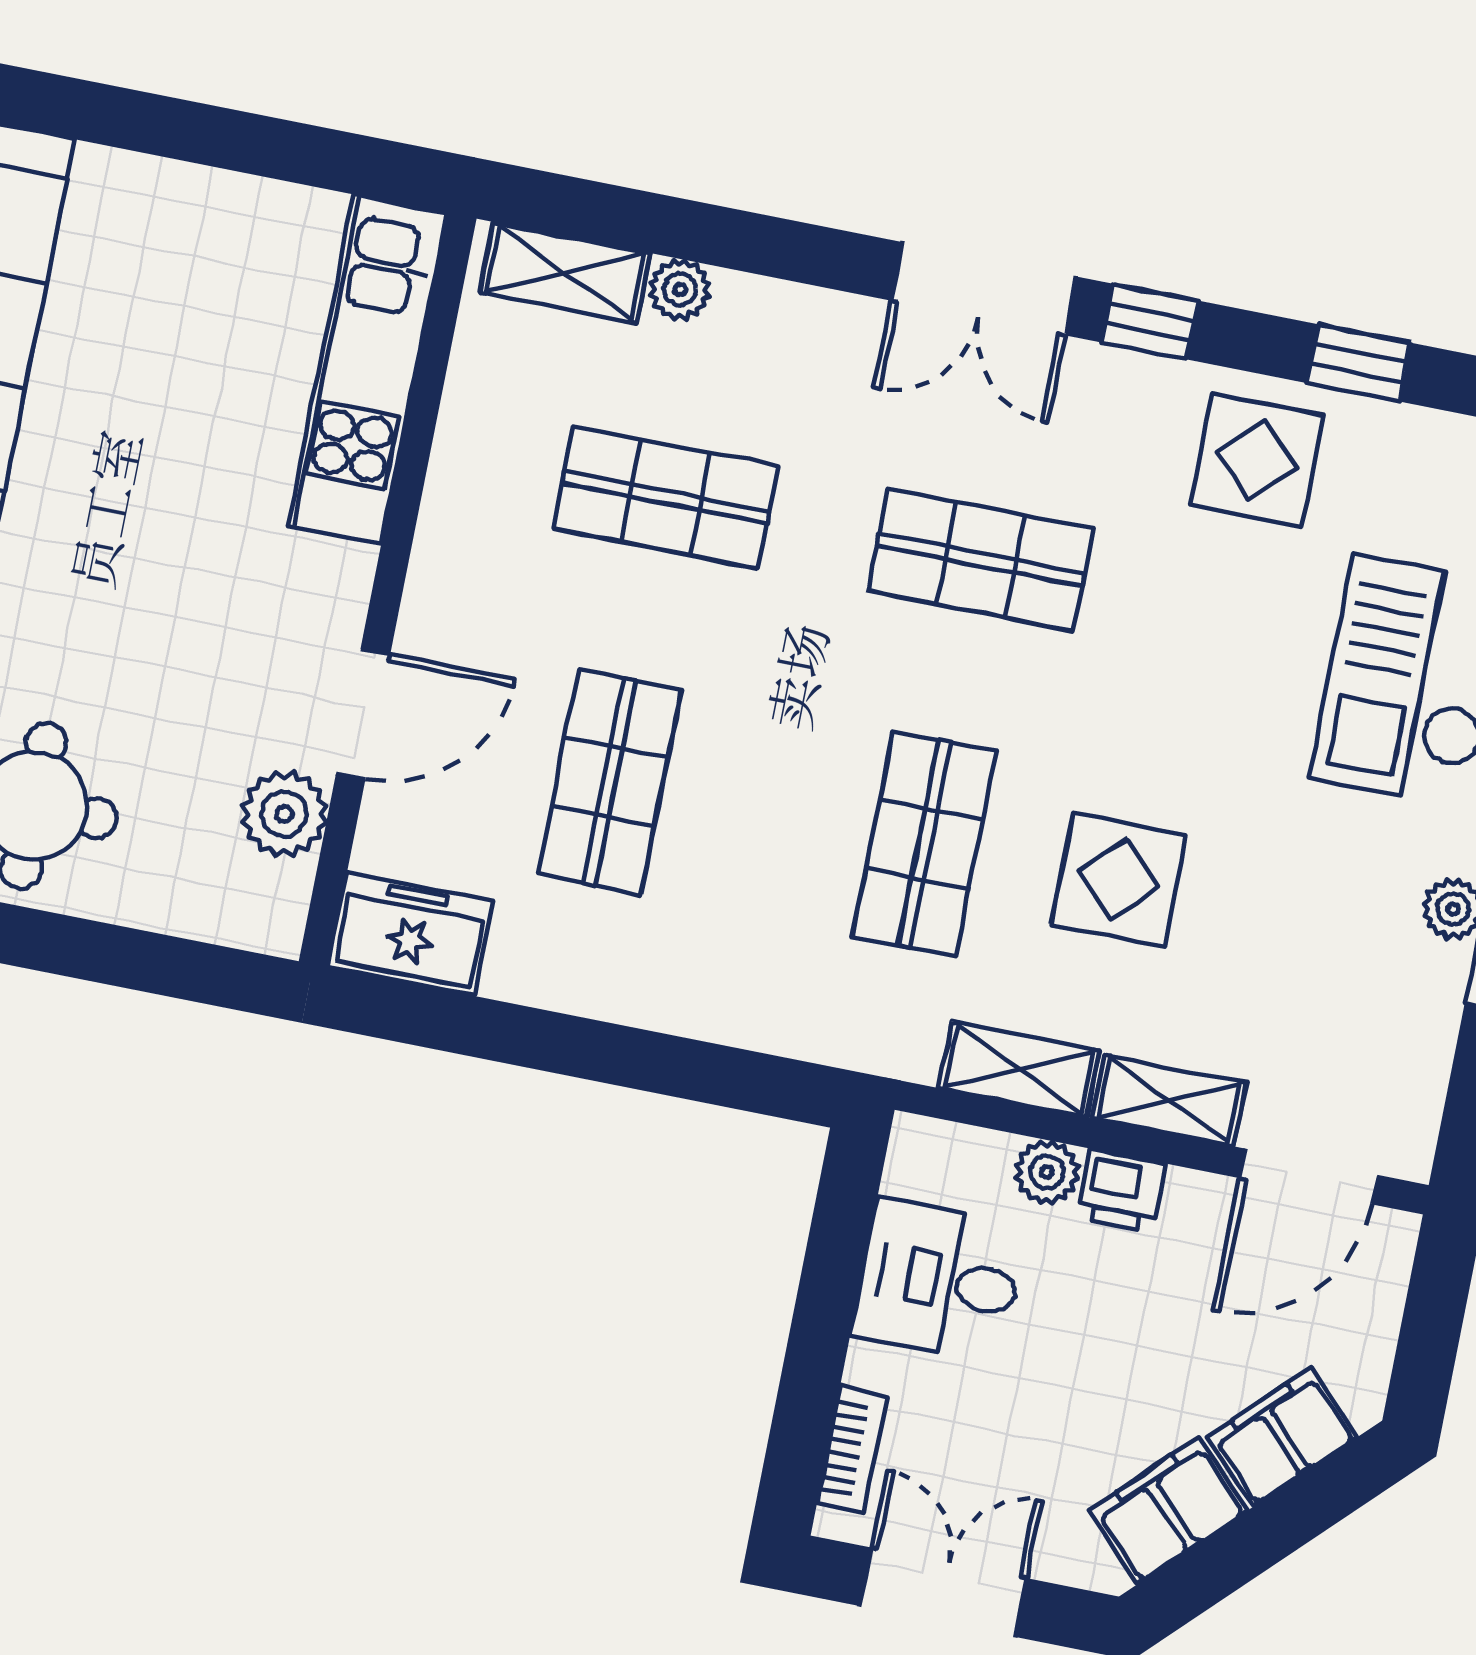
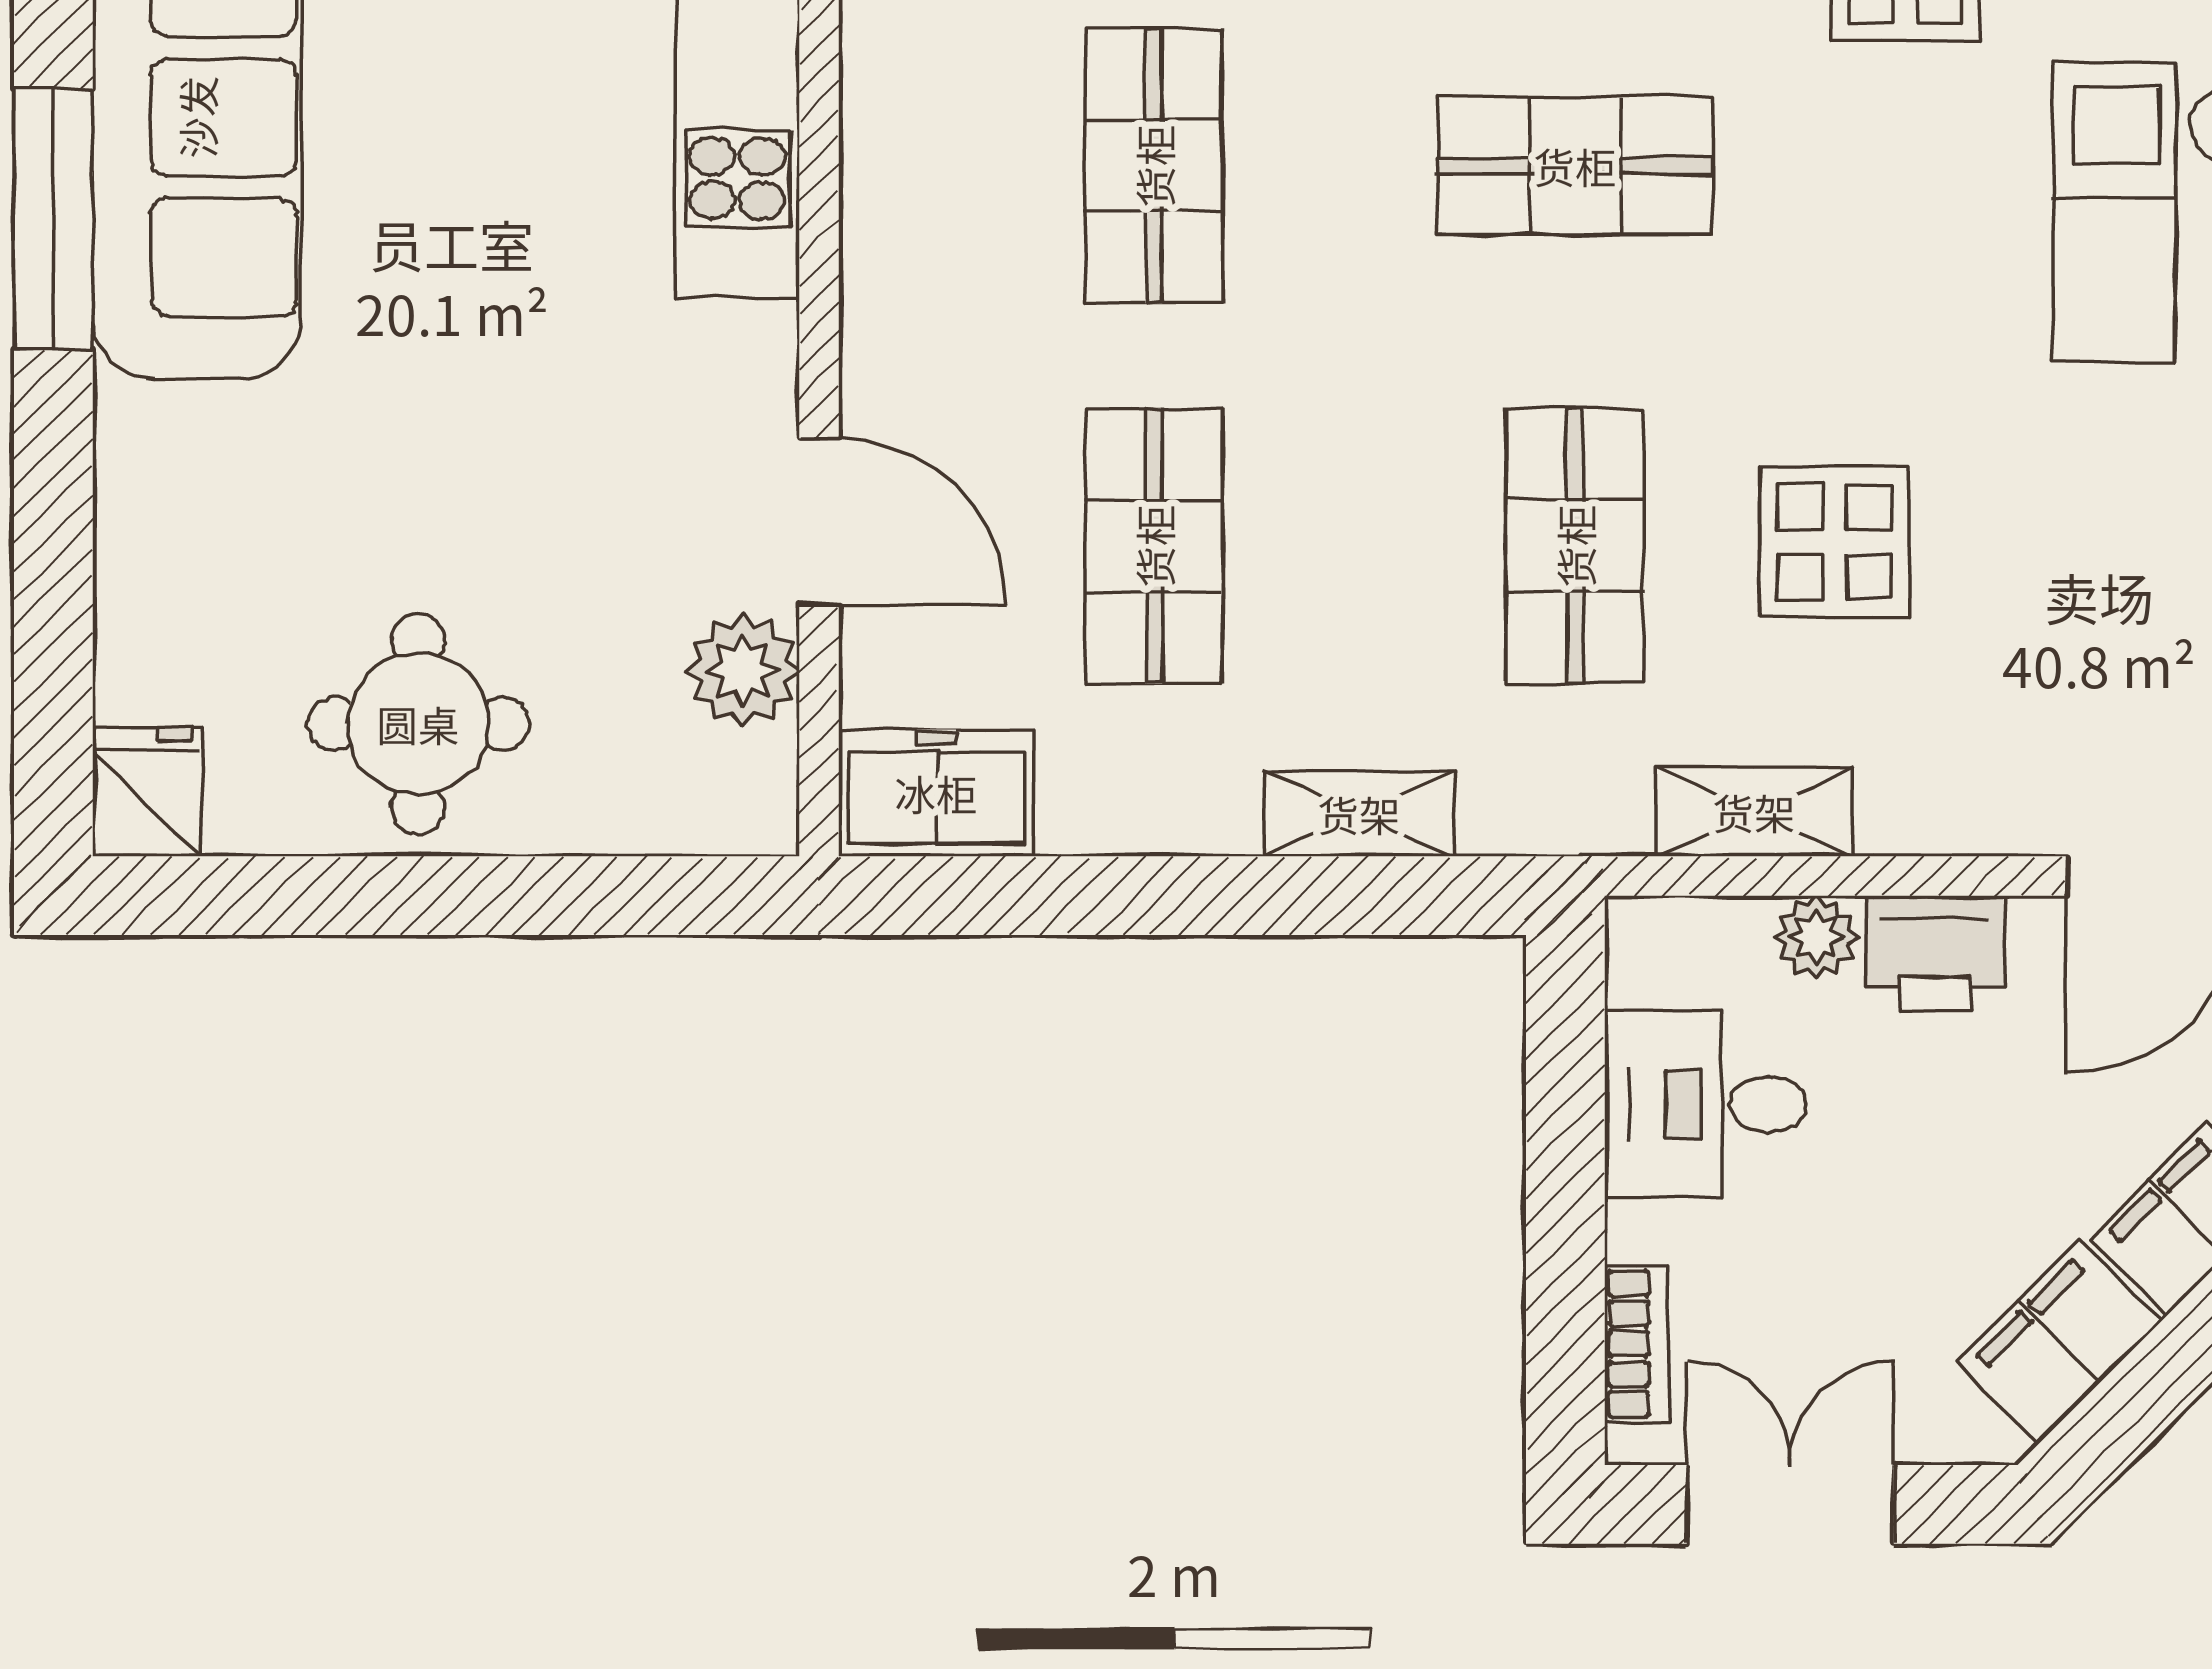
shop shelf: (666, 497) -> (1154, 166), turned 90
door: (363, 714) -> (819, 522), hinge flipped
shelving: (1169, 1101) -> (1359, 814), moved
printer: (1121, 1190) -> (1935, 953), width x1.36, depth x1.24

